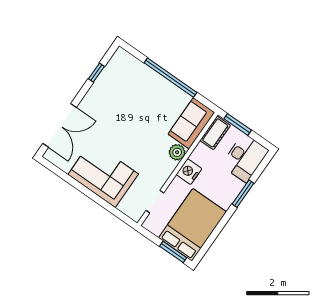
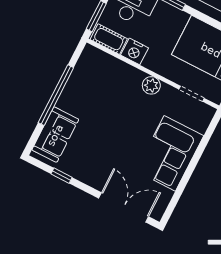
sofa: (191, 123) -> (55, 135), moved, turned -90
plant: (177, 152) -> (151, 85), moved
nightstand: (189, 172) -> (135, 51), moved

